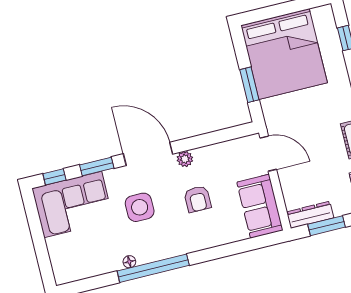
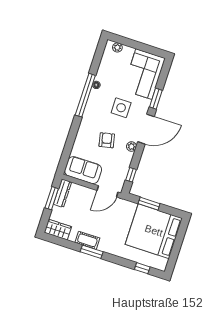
window: (54, 177) -> (131, 175), moved
armchair: (198, 199) -> (107, 140), turned 78
plant: (59, 265) -> (117, 47), added

